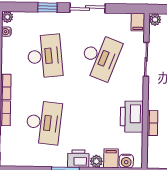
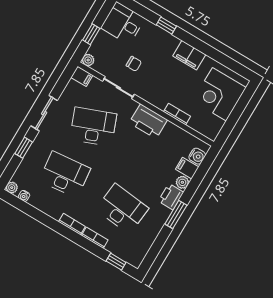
desk: (100, 57) -> (93, 127), turned -42
printer: (132, 117) -> (148, 121), moved

